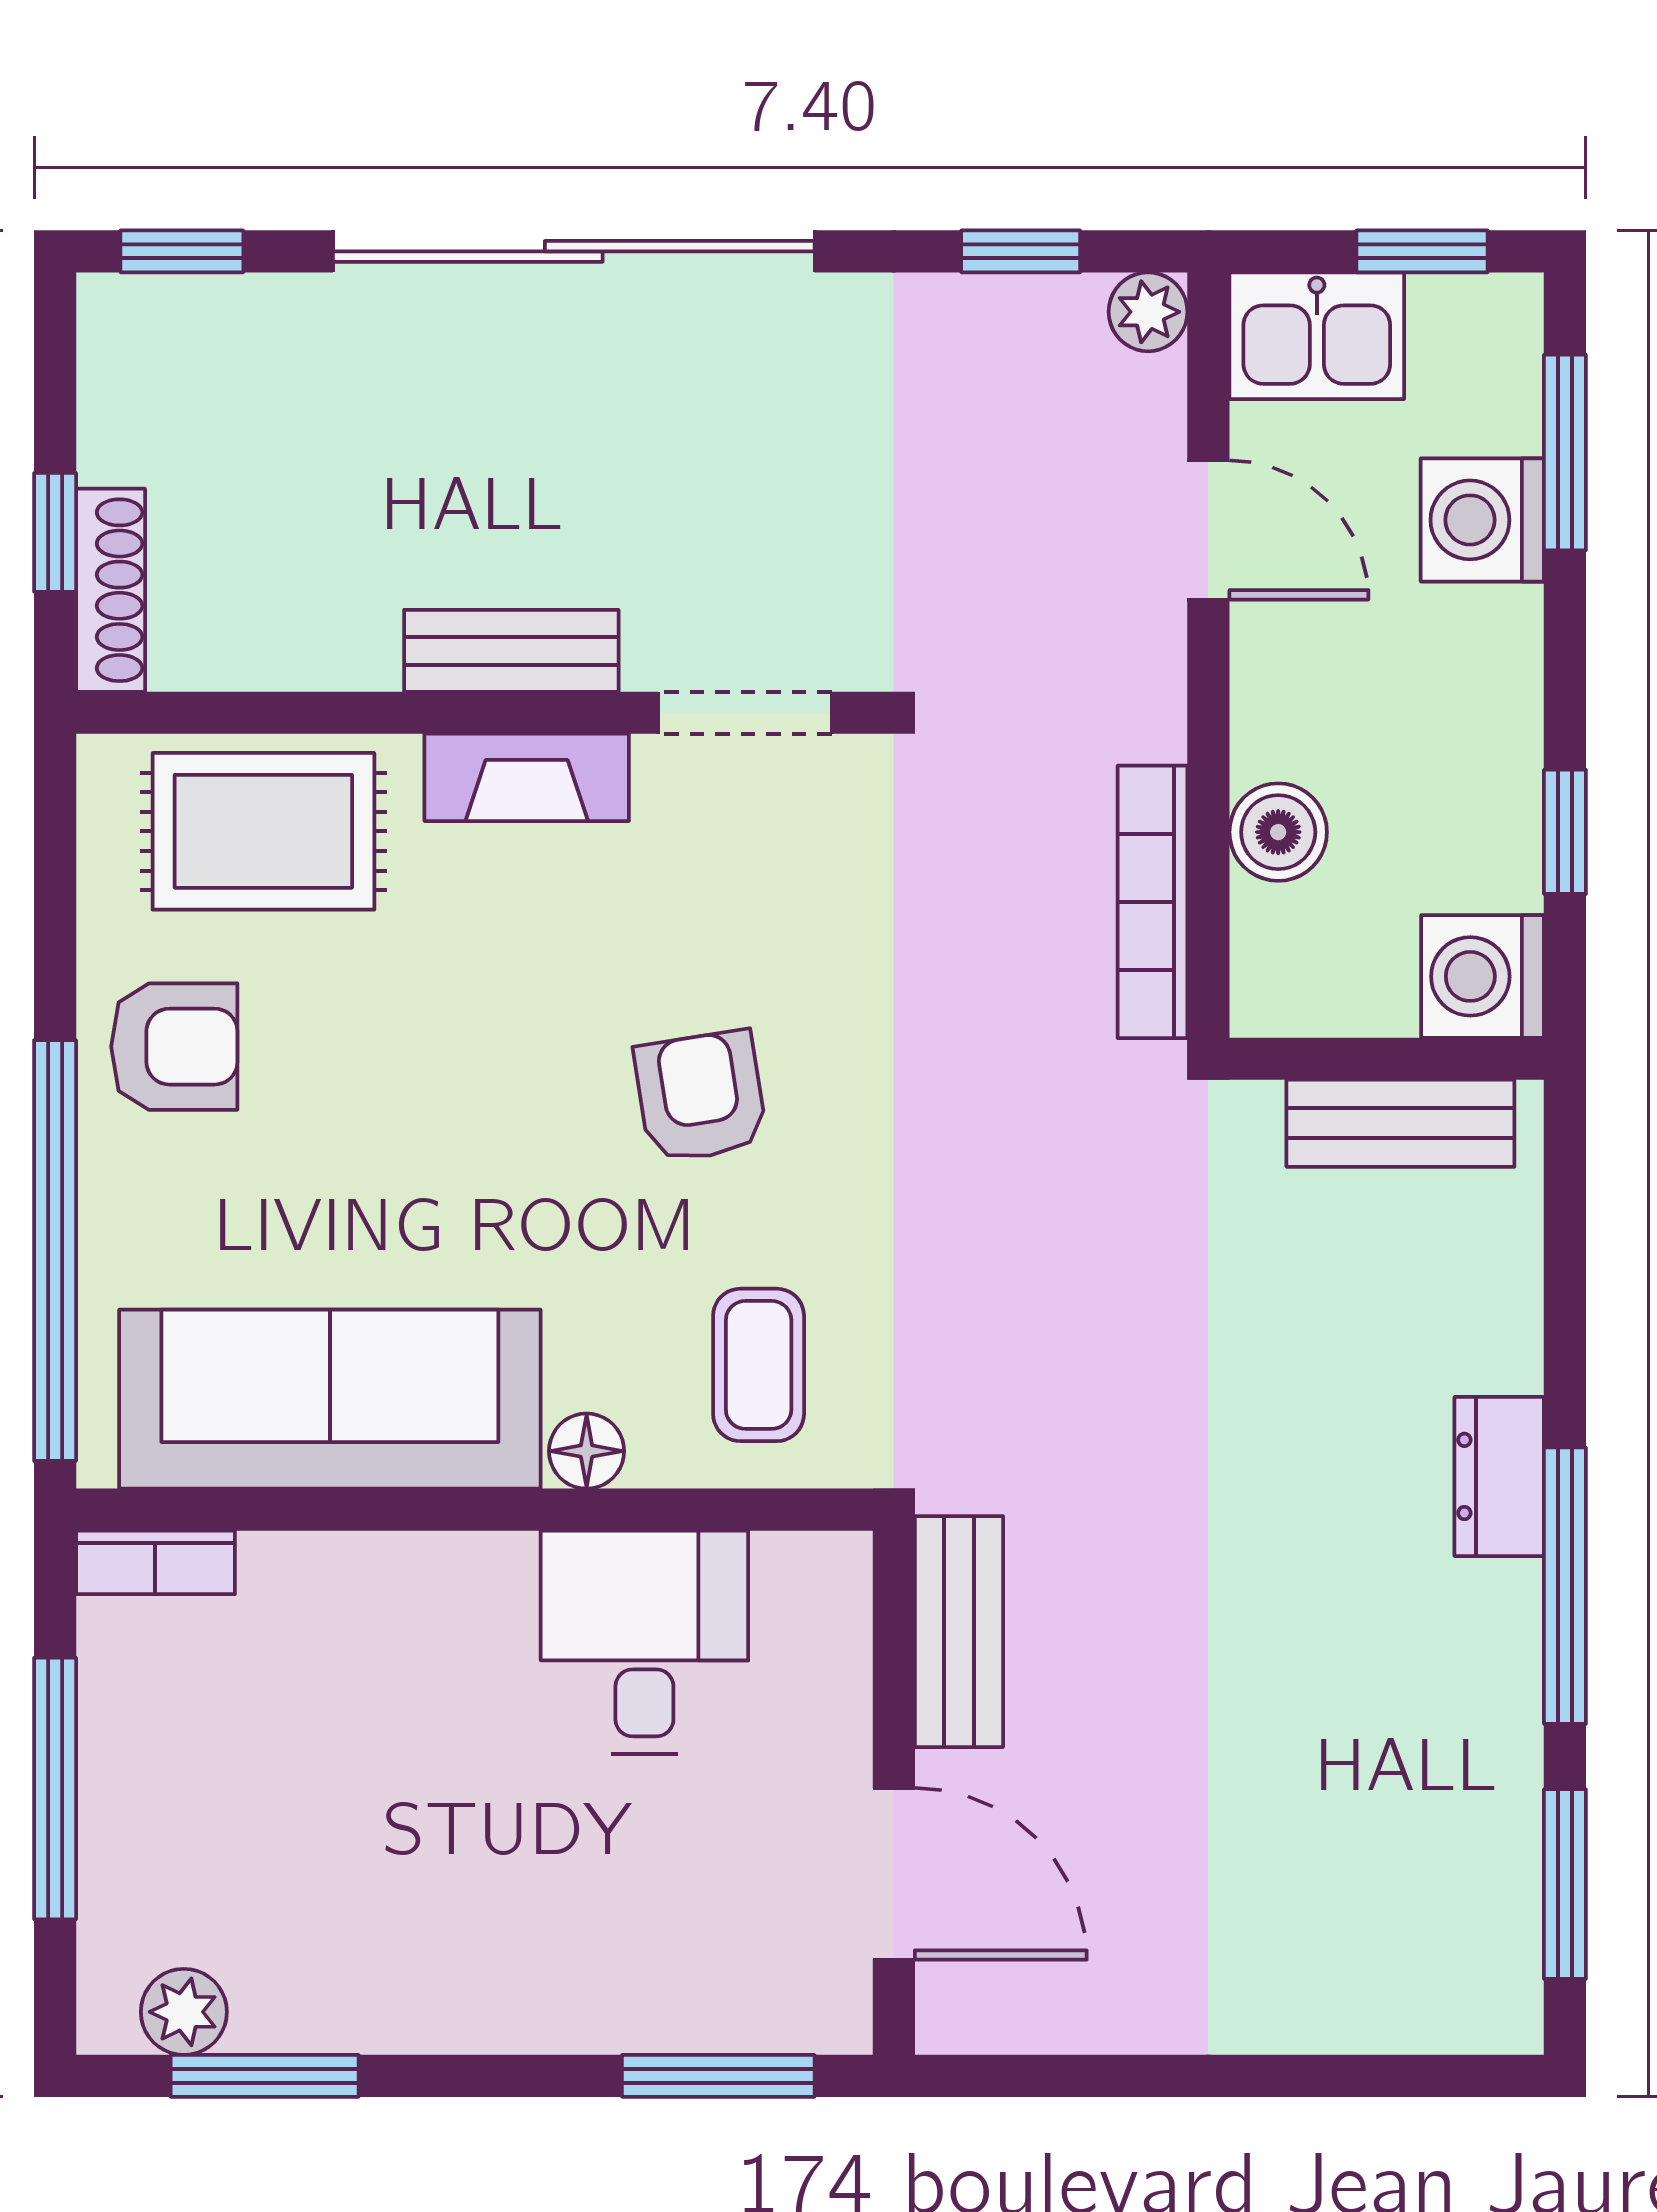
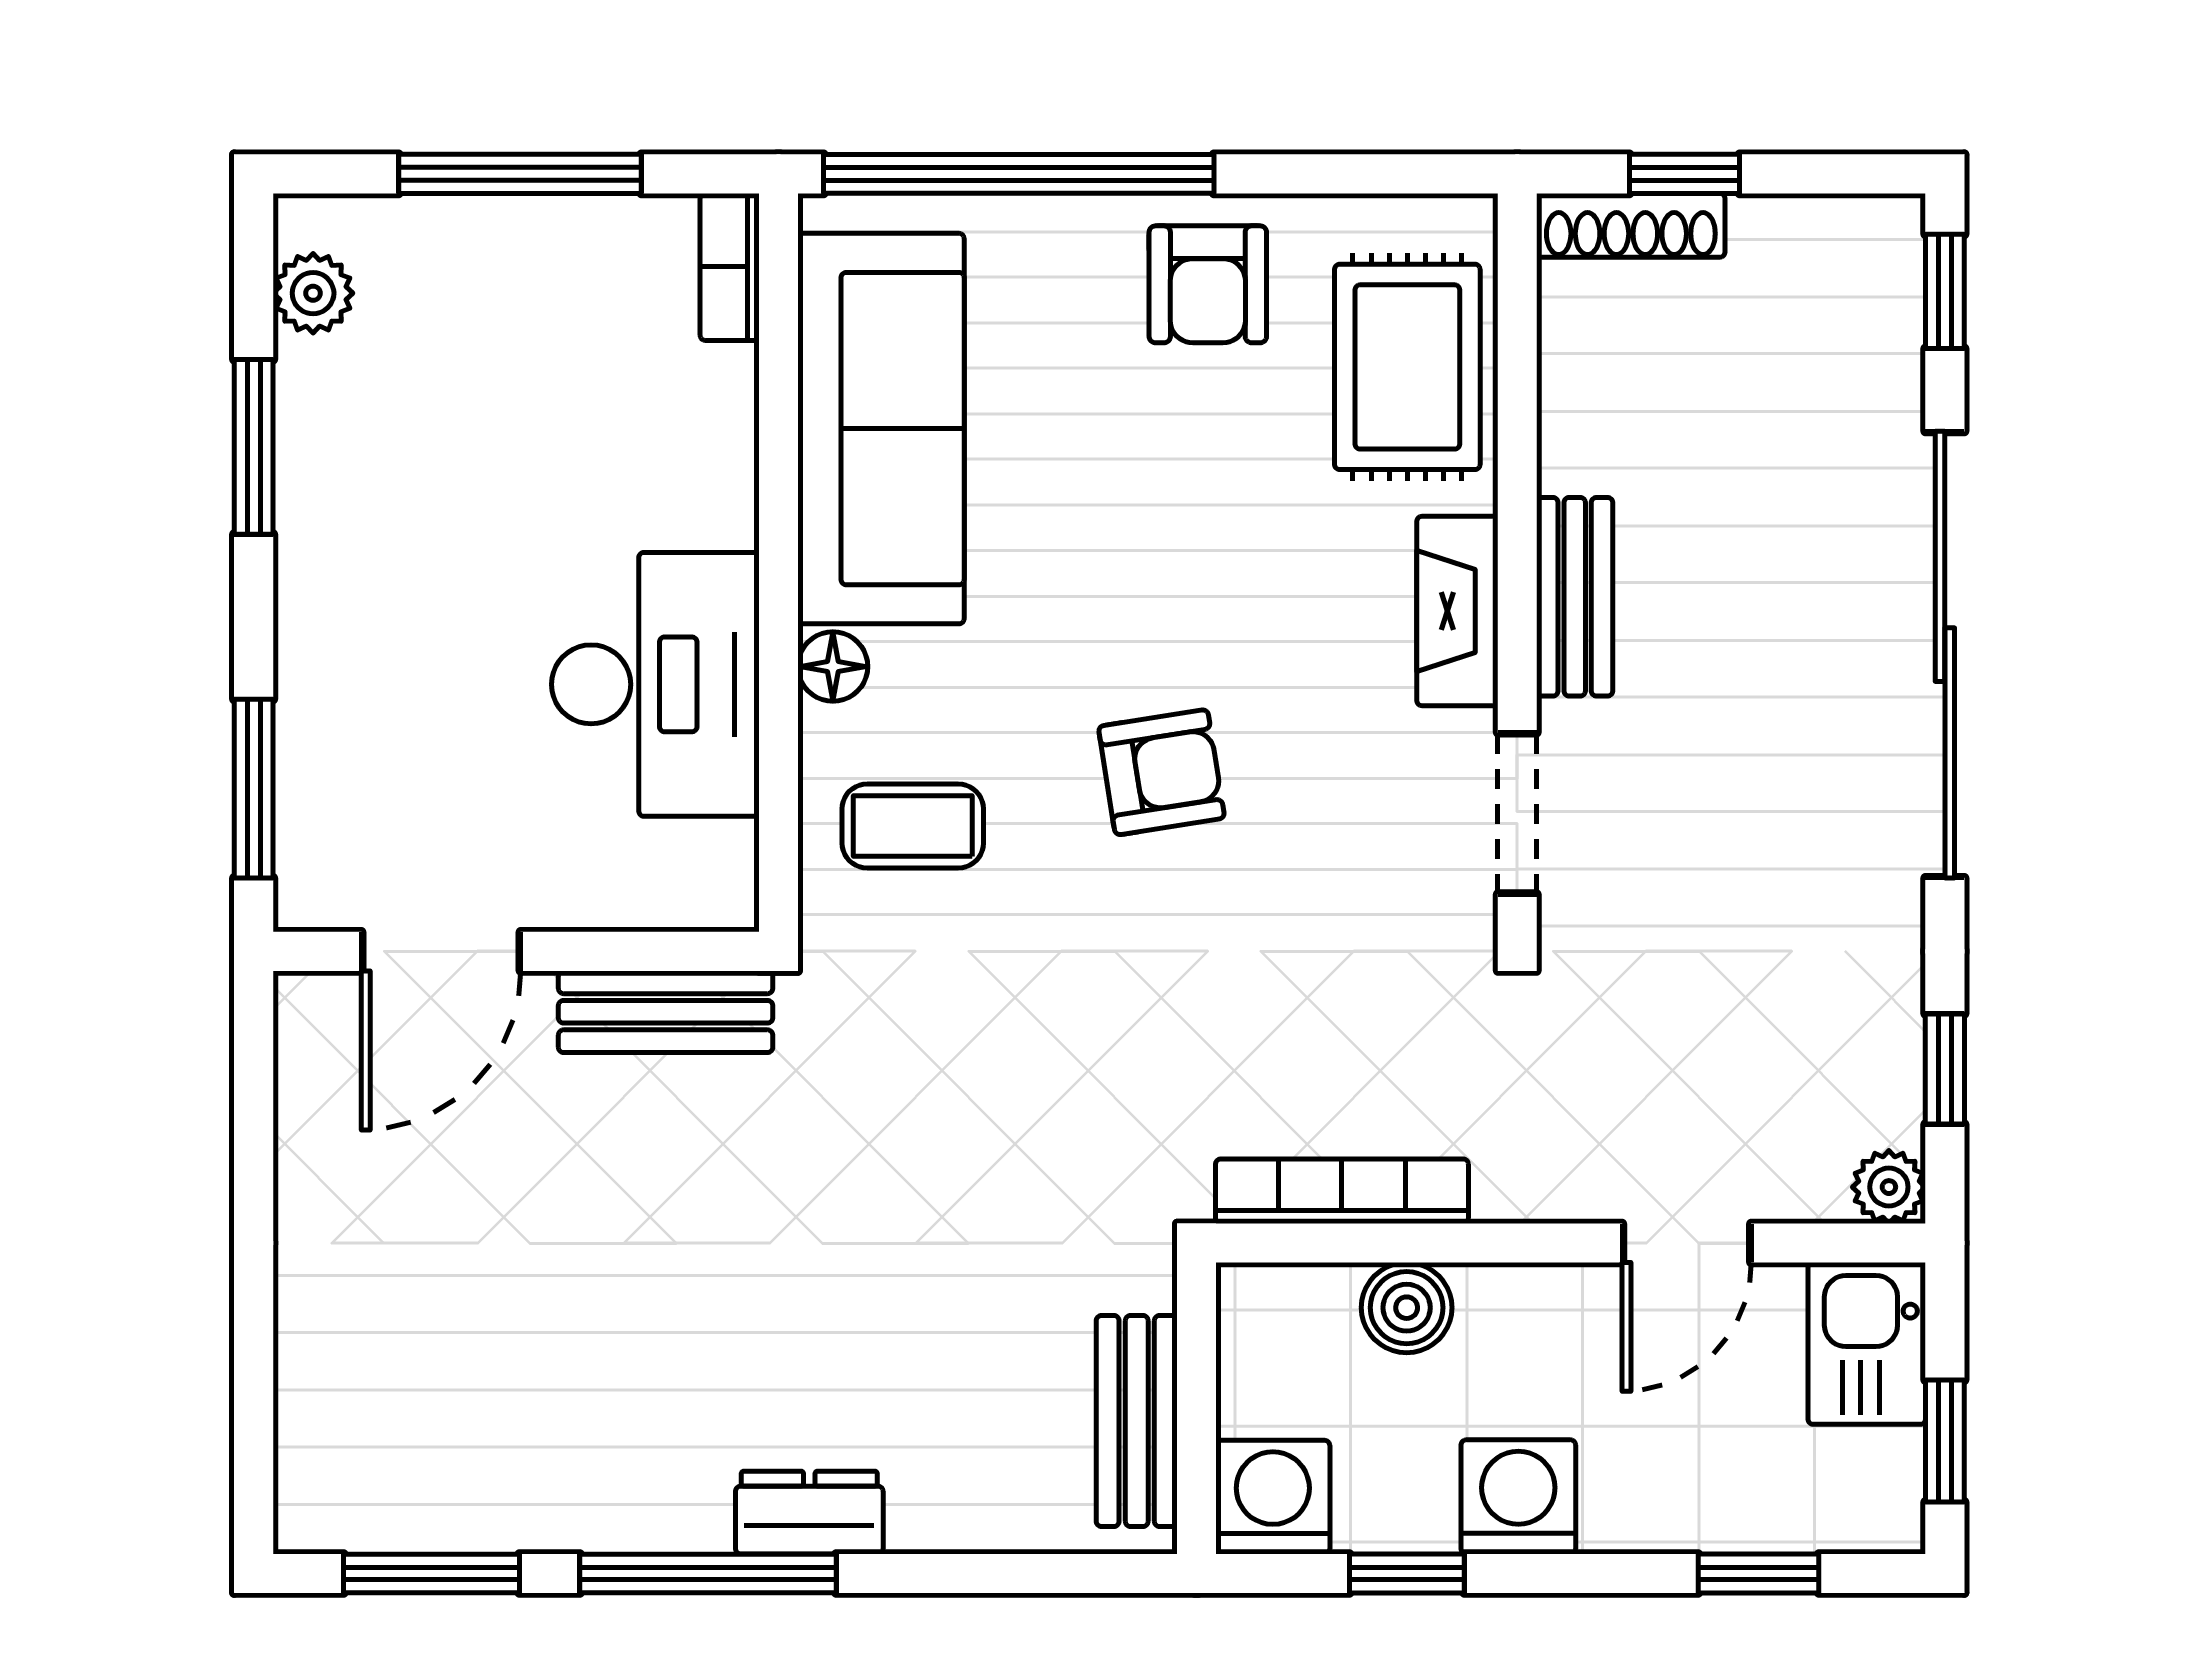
window: (1565, 452) -> (1759, 1573), width x0.67
washing machine: (1482, 520) -> (1518, 1497), moved
desk: (644, 1642) -> (655, 684), width x1.37
window: (265, 2076) -> (254, 447), moved

